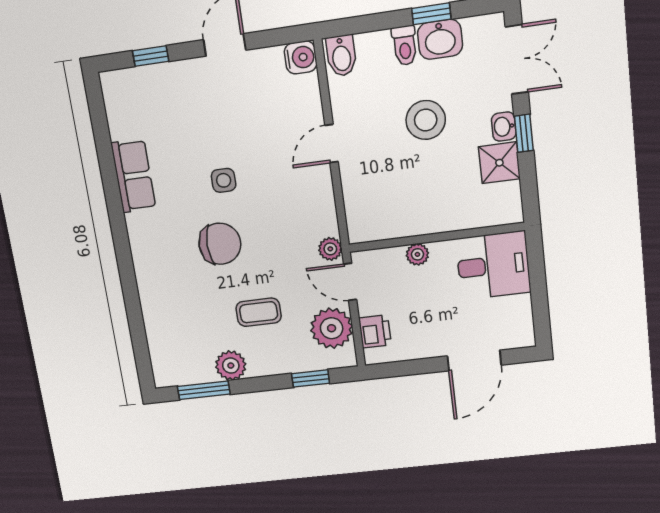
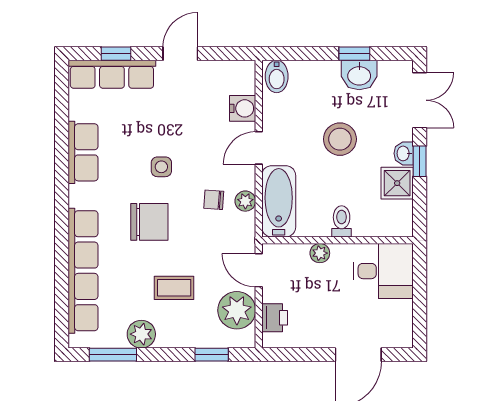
toilet: (405, 46) -> (342, 221), moved, turned 180
water cooler: (301, 57) -> (243, 108), moved
row of seats: (150, 81) -> (112, 74), added
bathtub: (363, 202) -> (279, 201), added
chair: (288, 210) -> (214, 200), added
plant: (330, 249) -> (245, 201), moved
row of seats: (156, 306) -> (83, 271), added

